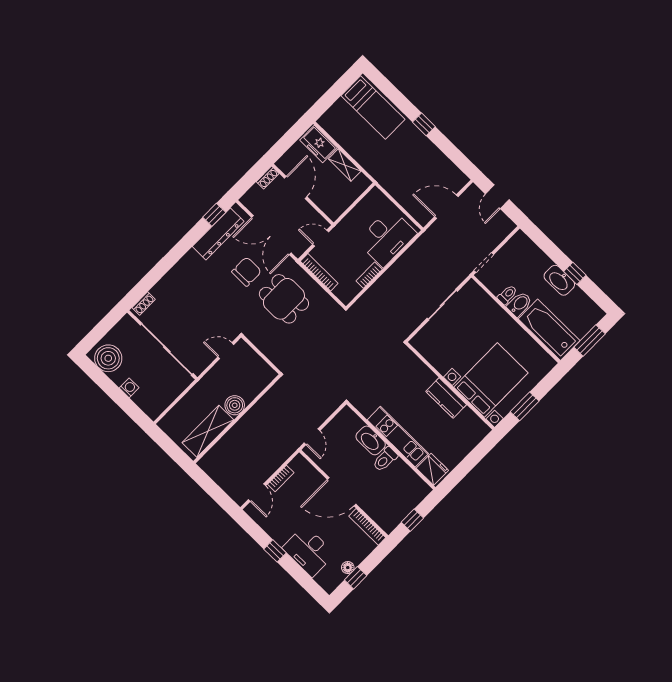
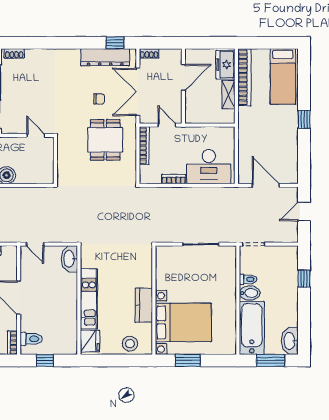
bookcase: (344, 139) -> (244, 77), added
shoe rack: (268, 178) -> (149, 53), moved
chair: (247, 272) -> (99, 99), width x0.54, depth x0.54
window: (575, 273) -> (304, 279), moved
washbasin: (559, 280) -> (290, 341), moved
door: (312, 437) -> (35, 244), hinge flipped
stool: (466, 439) -> (130, 344), added
washbasin: (371, 440) -> (69, 259), moved
toilet: (385, 459) -> (31, 339), moved, turned 180
bookcase: (367, 527) -> (12, 343), width x0.64

